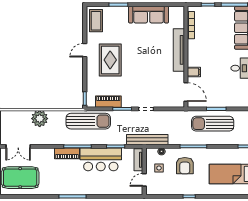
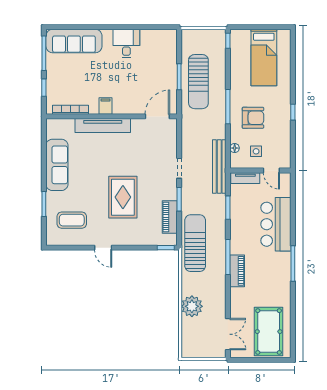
coffee table: (96, 21) -> (72, 220), moved
rug: (110, 60) -> (123, 197), moved, turned 90
filing cabinet: (194, 72) -> (105, 106), moved
bar counter: (101, 159) -> (276, 224), moved, turned 180

